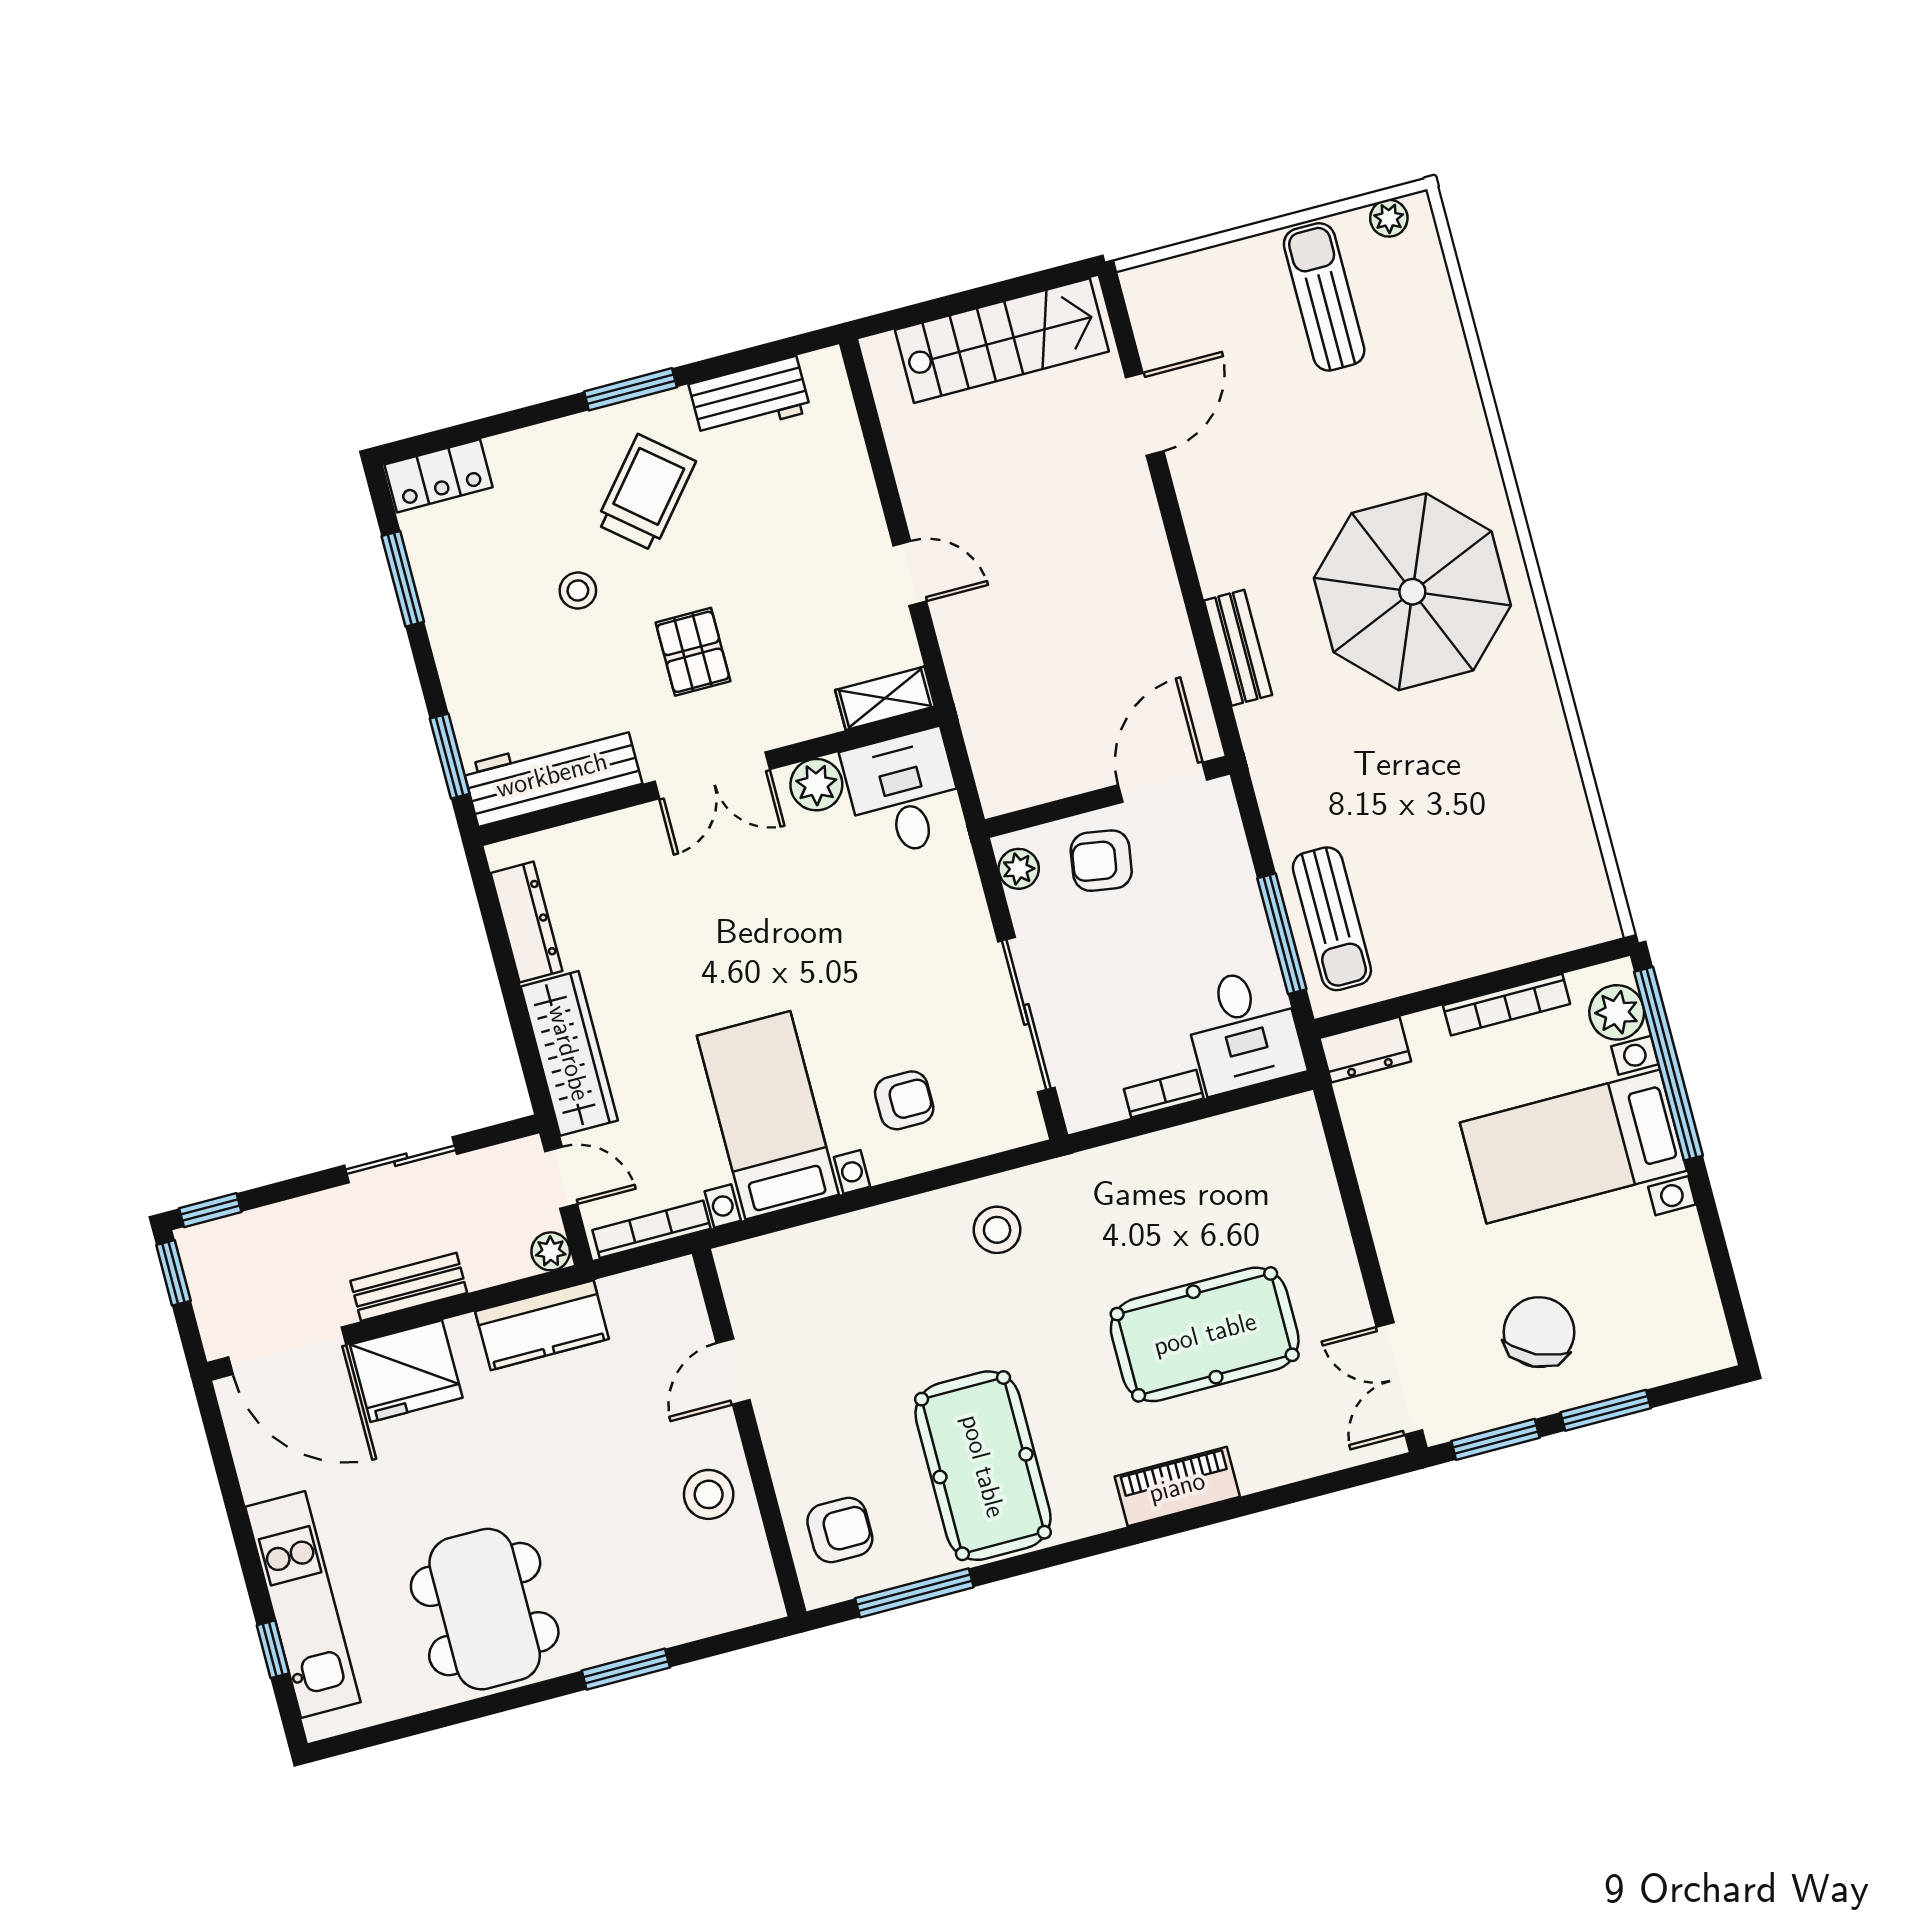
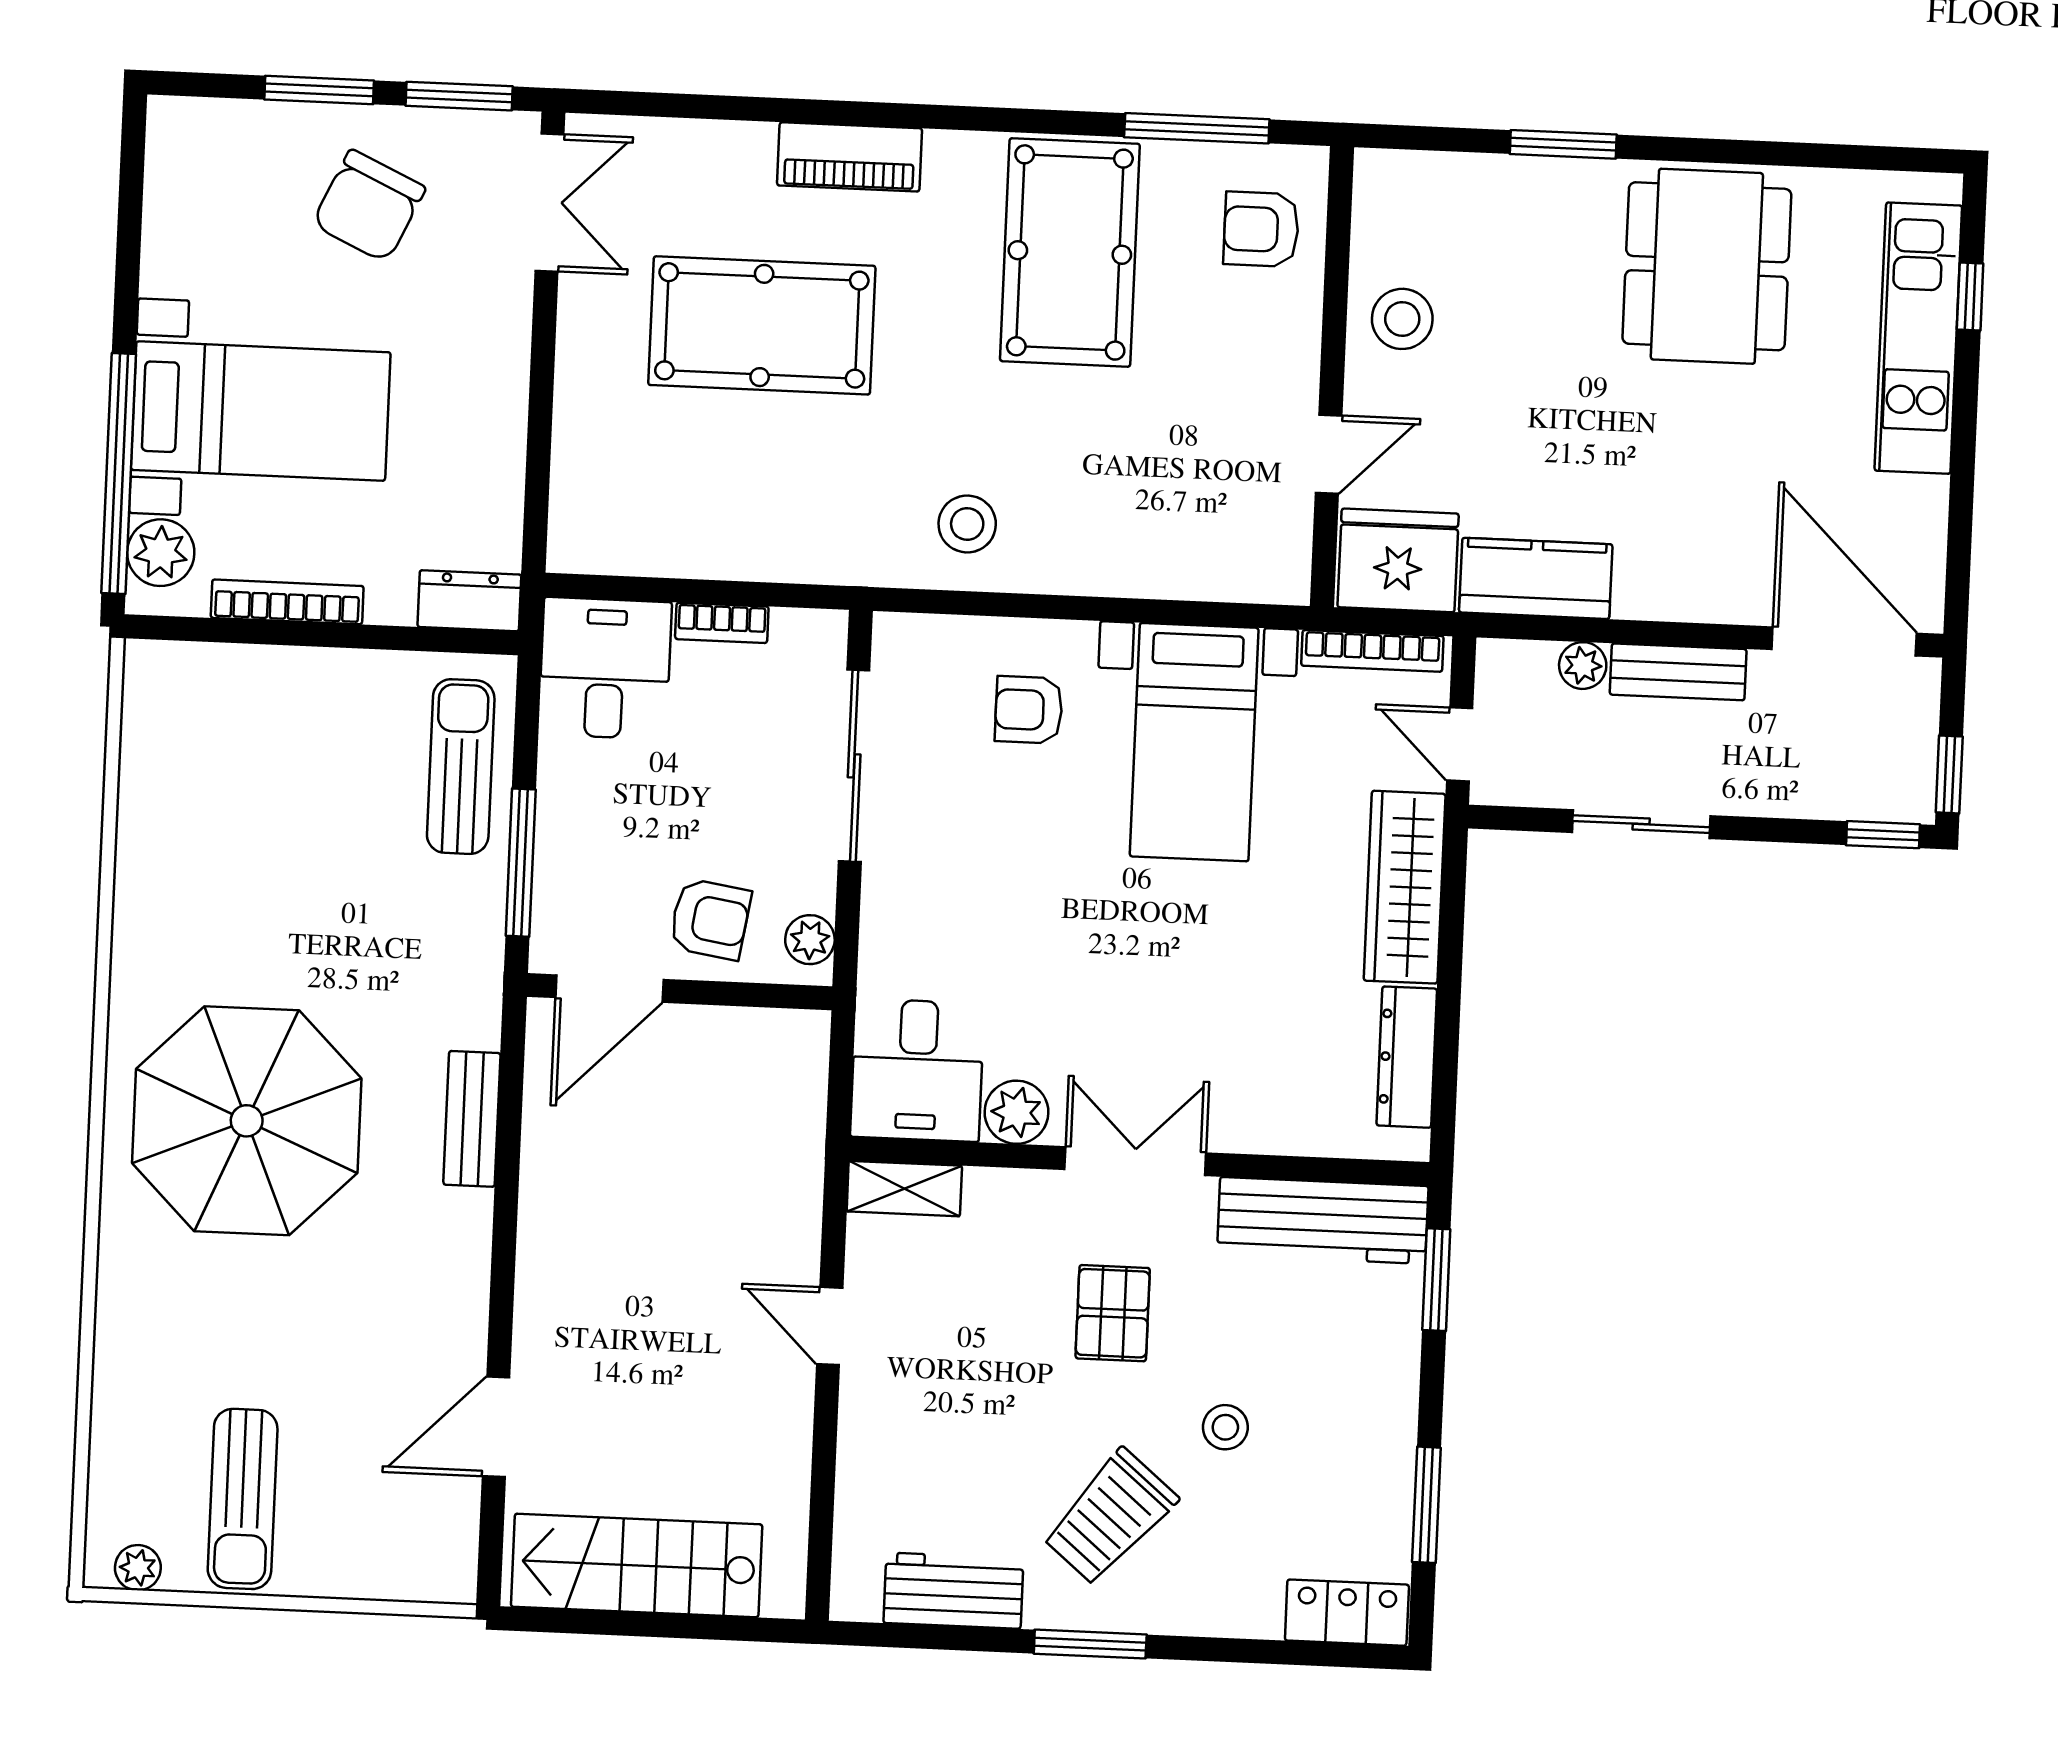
window: (1282, 934) -> (521, 863), moved
plant: (551, 1251) -> (1583, 666), moved
fridge: (406, 1371) -> (1398, 560), moved

